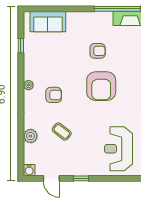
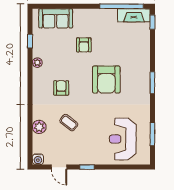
armchair: (98, 51) -> (84, 45), moved, turned 90
plant: (28, 85) -> (37, 63), moved
armchair: (54, 95) -> (61, 88), turned -90

